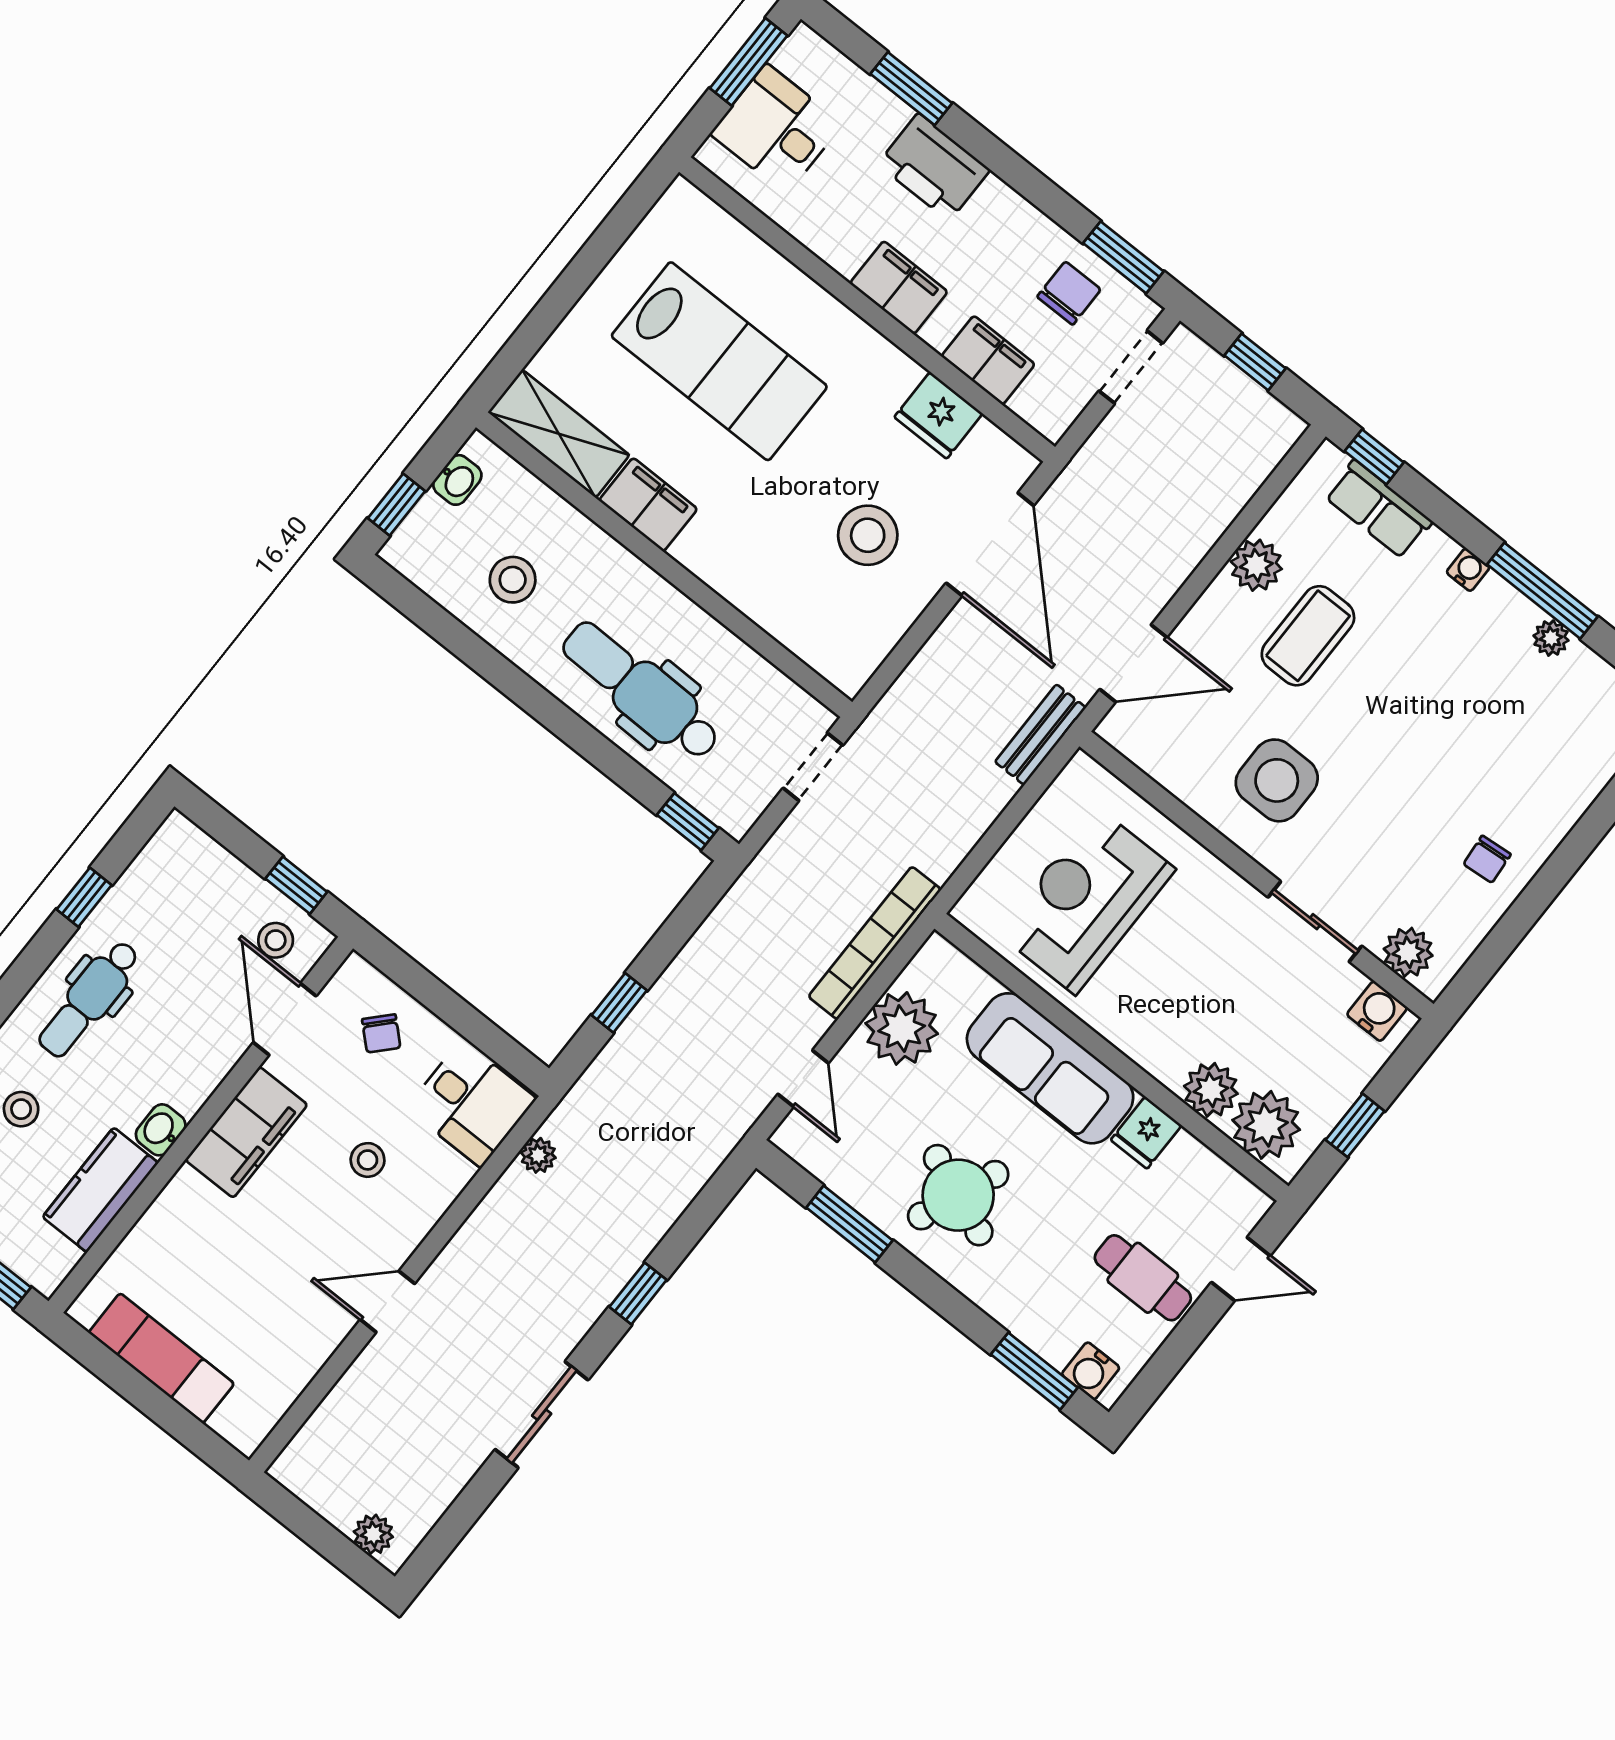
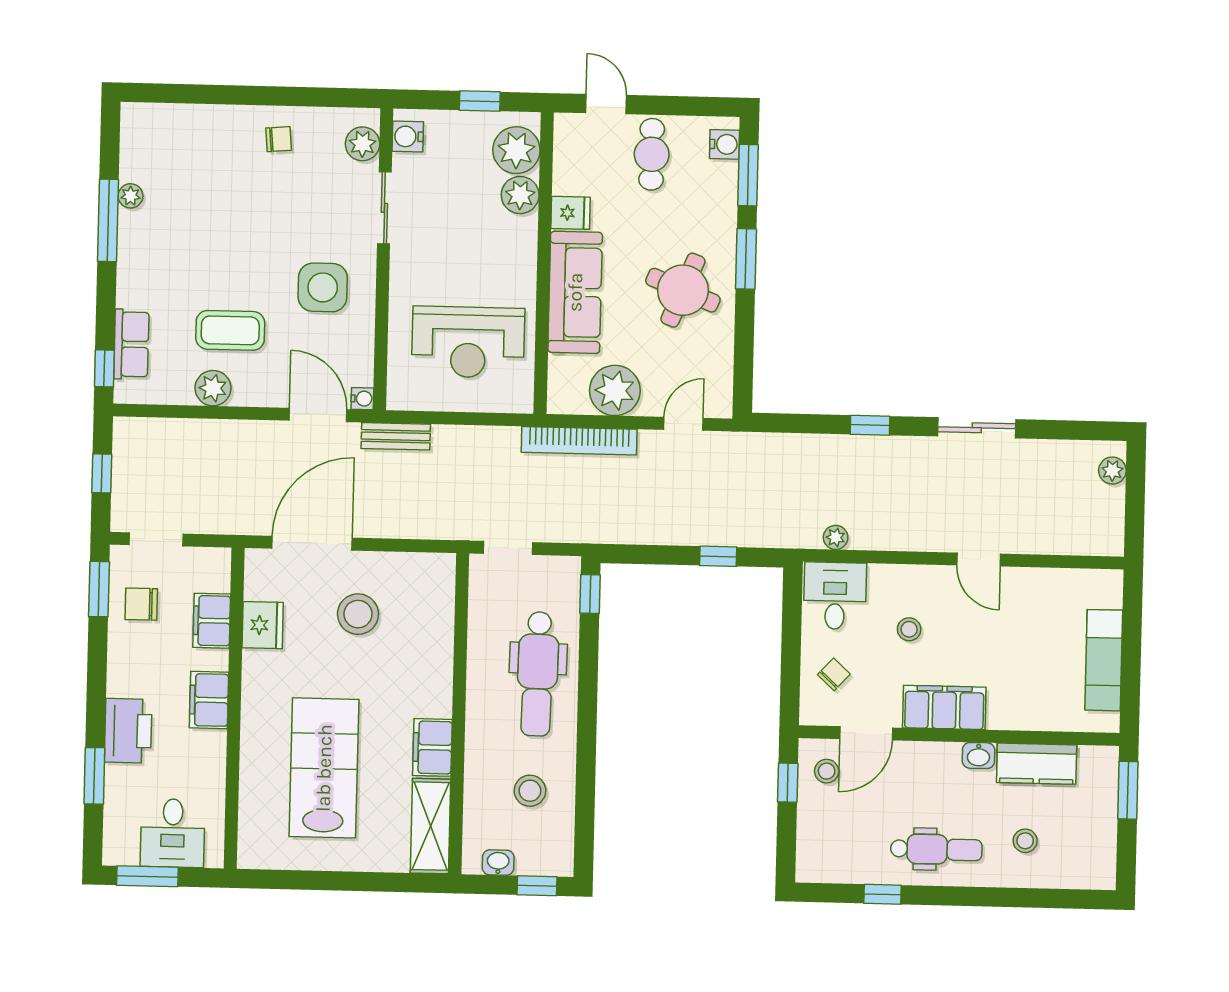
water cooler: (1468, 570) -> (362, 399), moved, turned 180
window: (849, 1224) -> (746, 259), moved

